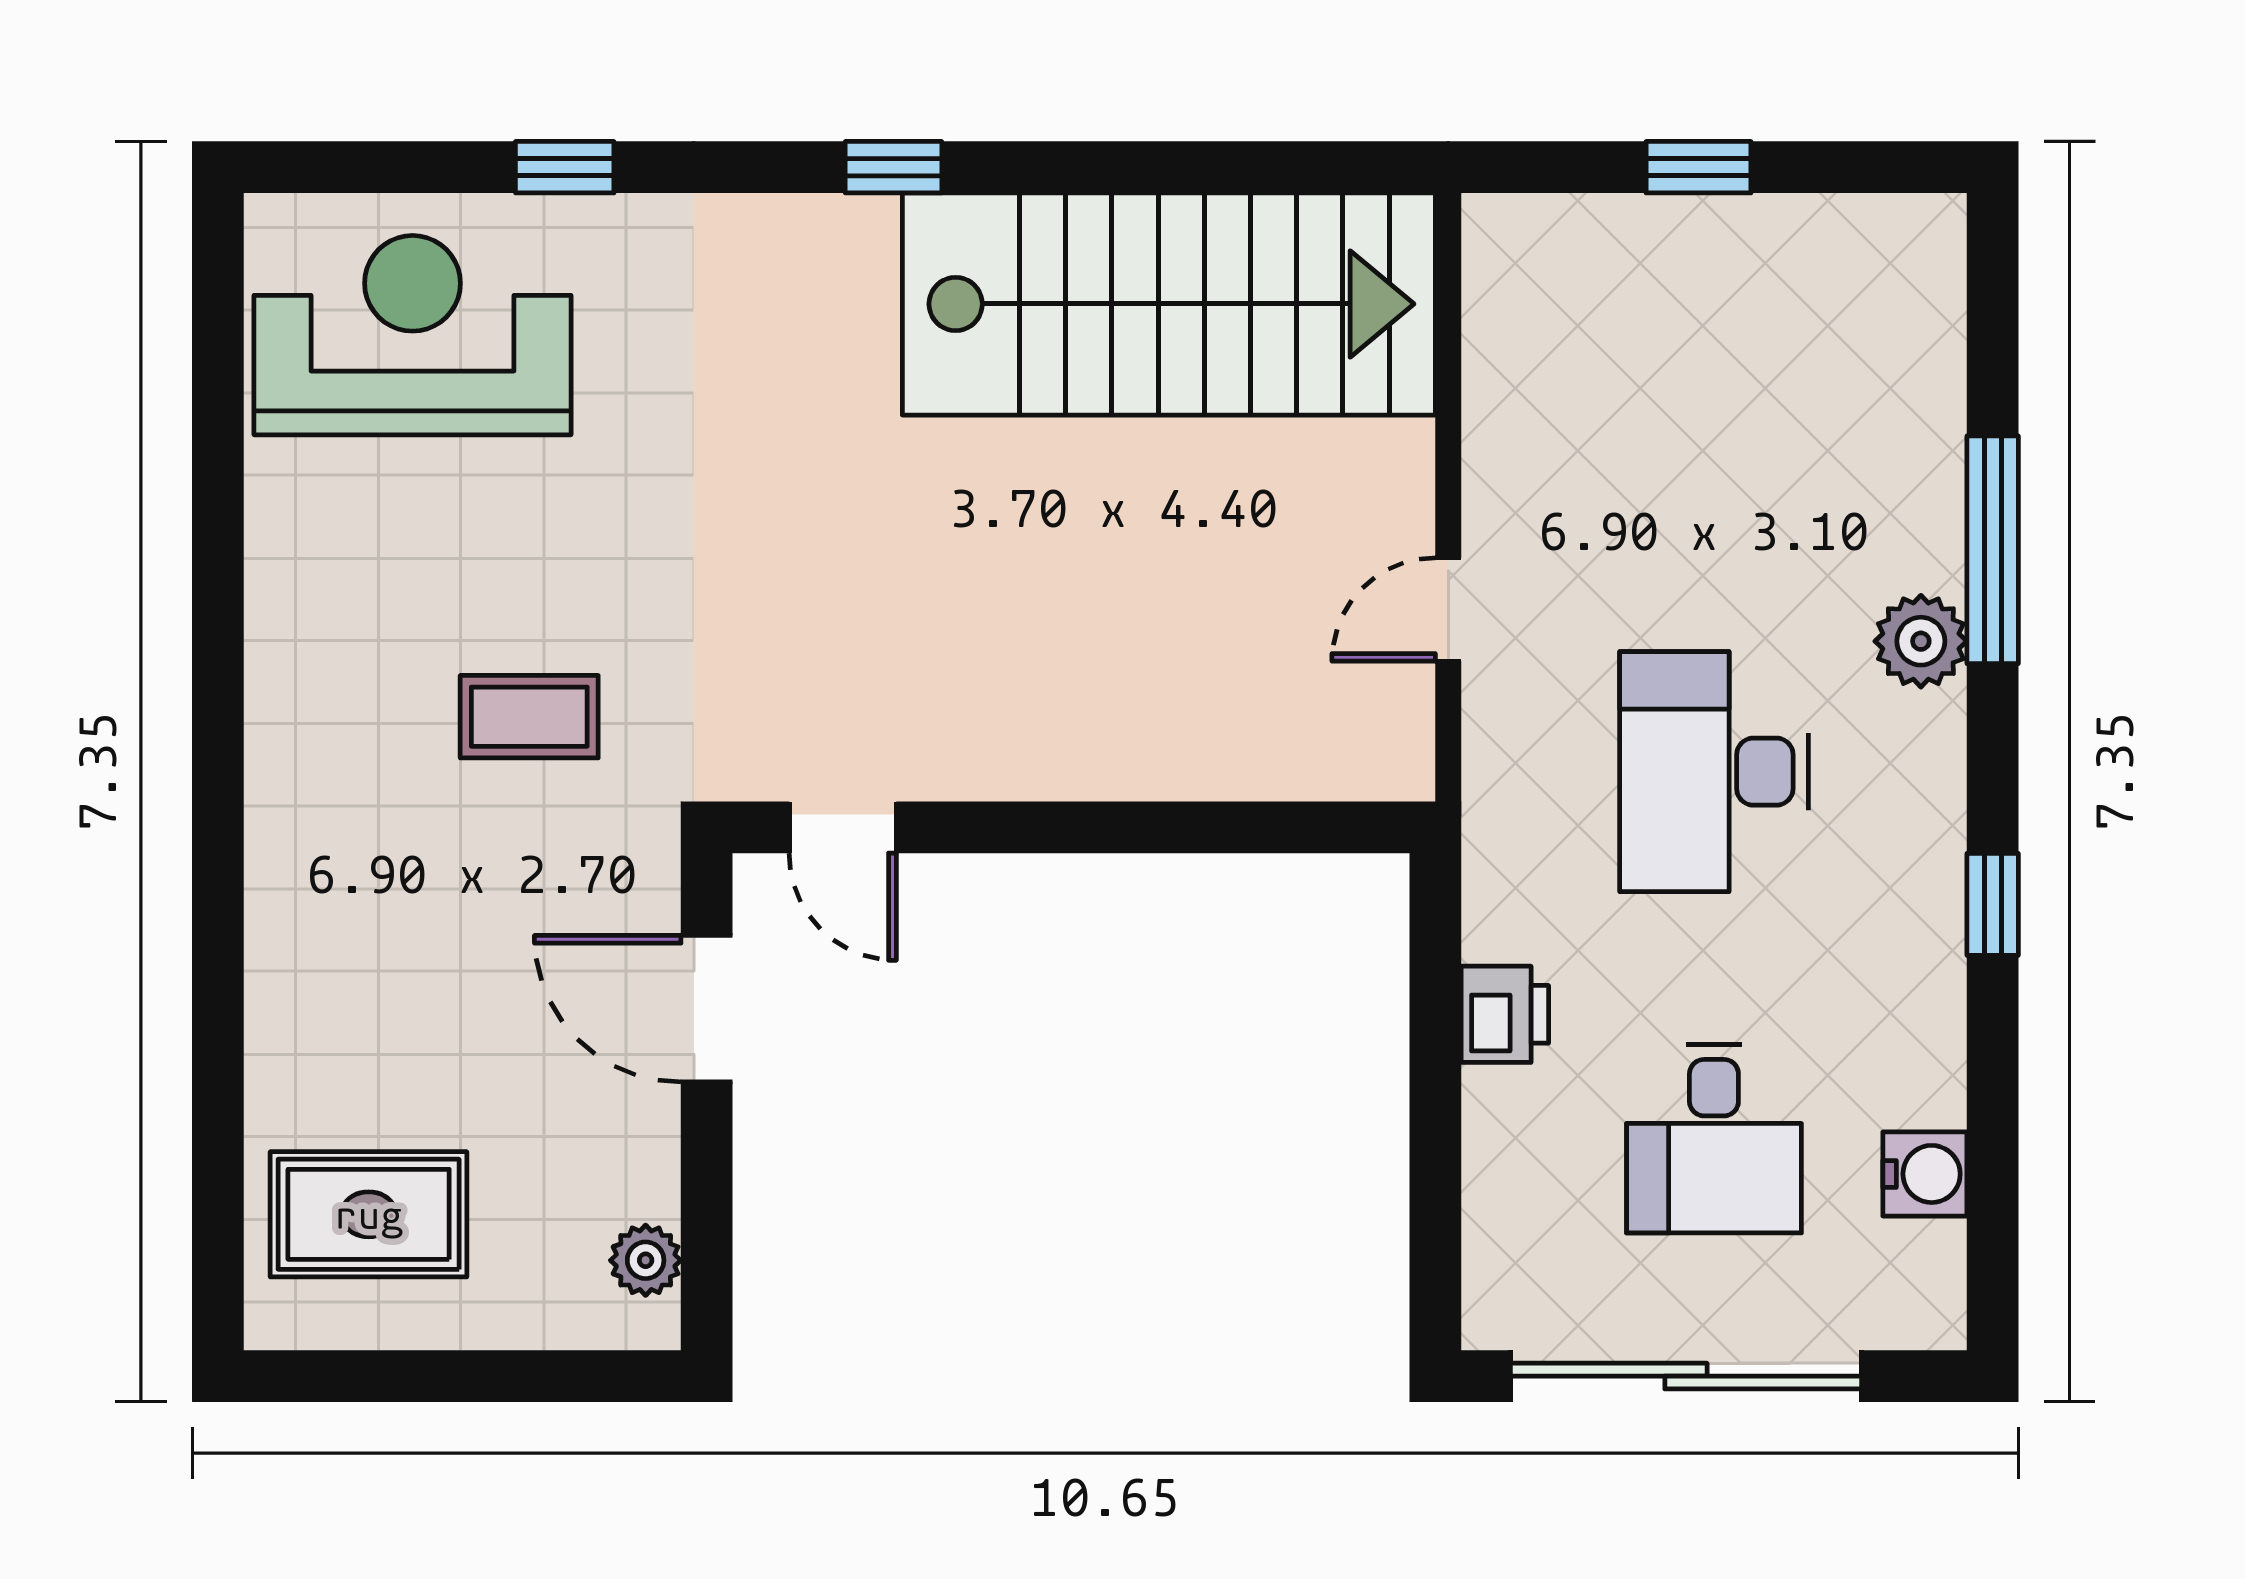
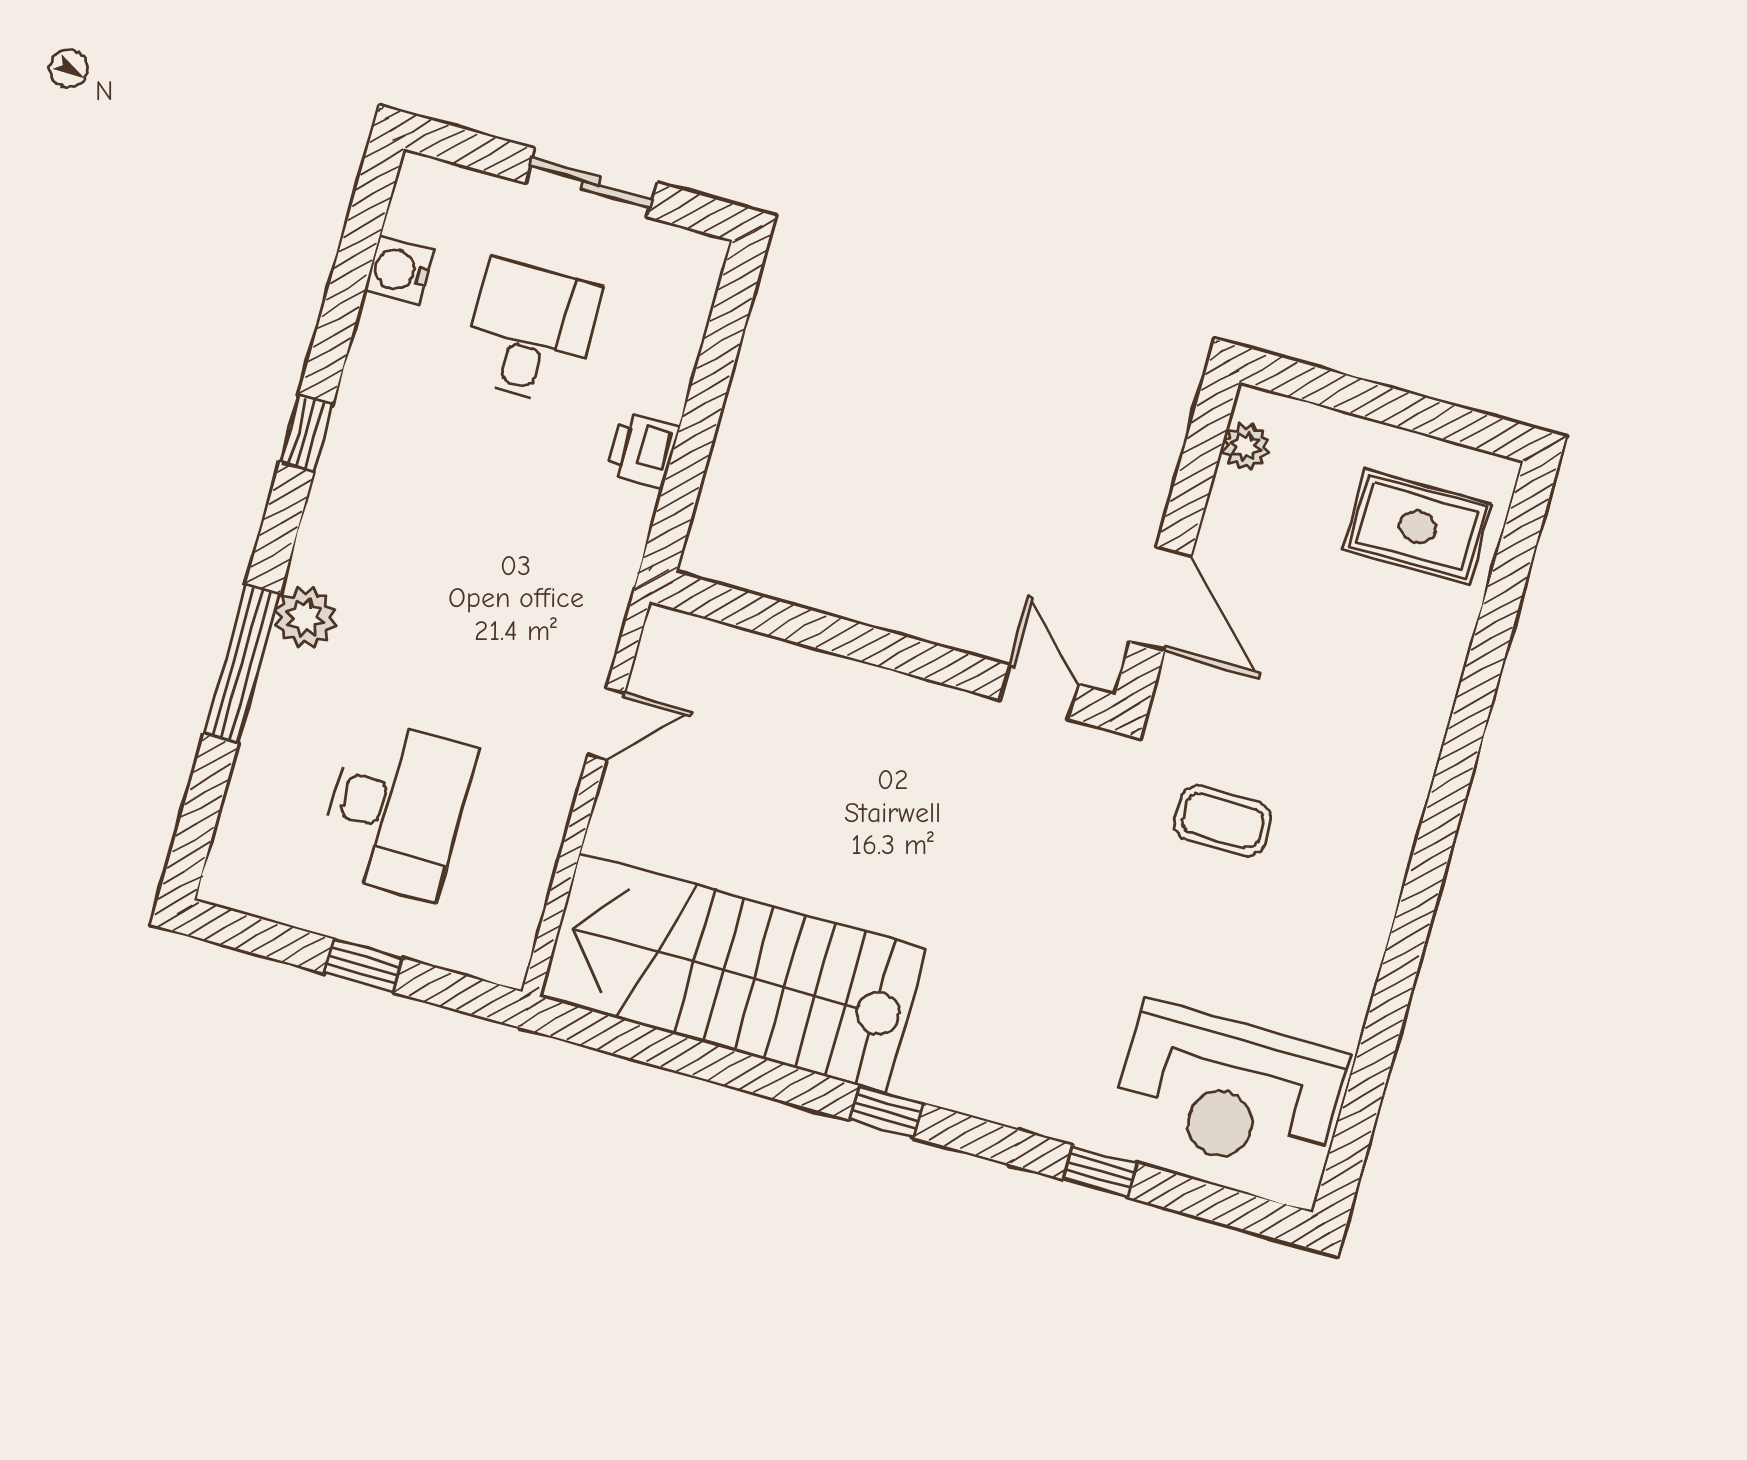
desk: (1714, 772) -> (397, 809), moved
sliding door: (1686, 1376) -> (591, 183), width x0.54

